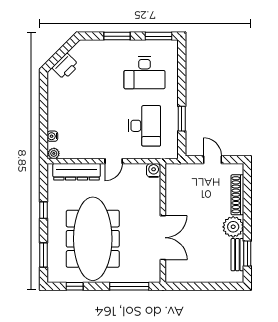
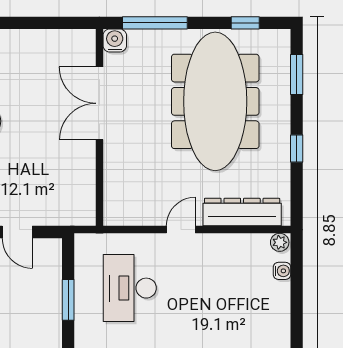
water cooler: (154, 170) -> (115, 40), moved, turned 180

